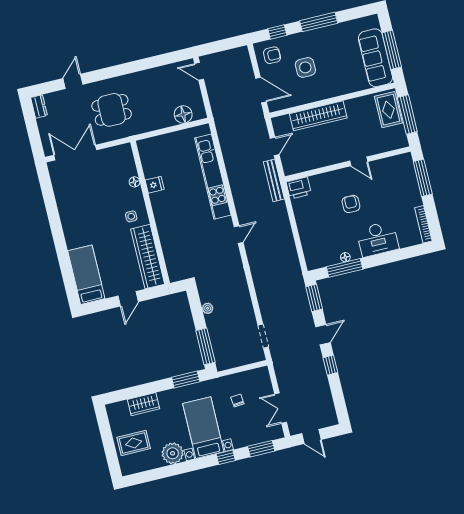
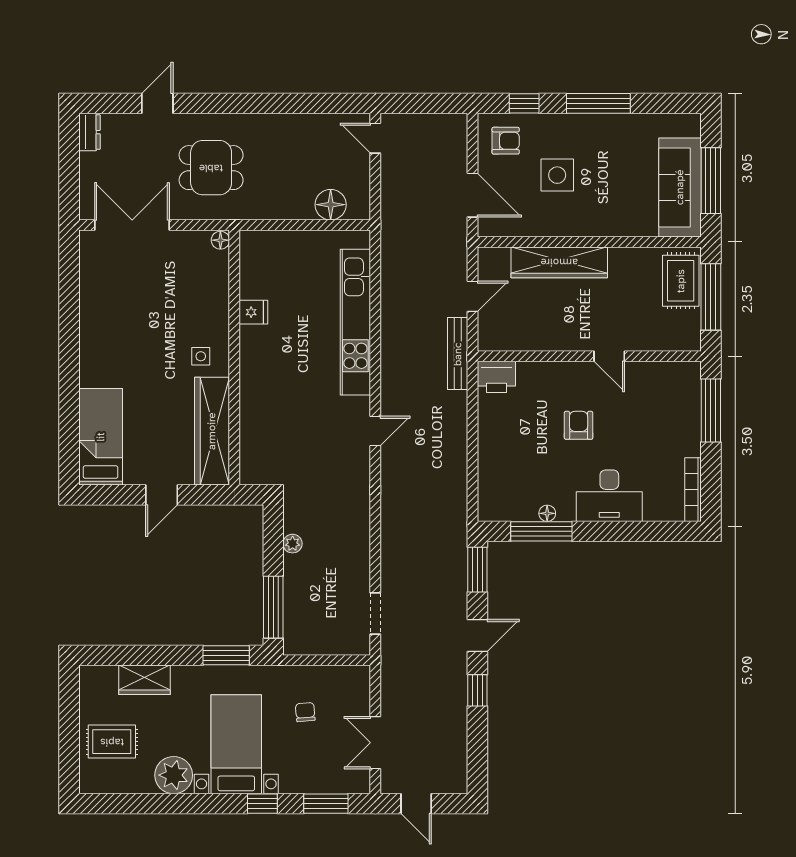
floor lamp: (134, 182) -> (220, 240), moved

